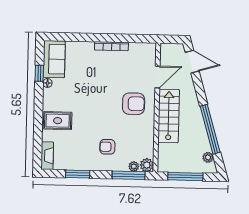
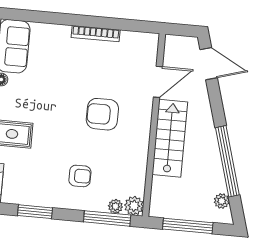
armchair: (134, 104) -> (102, 114), moved, turned 180
armchair: (107, 147) -> (80, 176), turned 180

